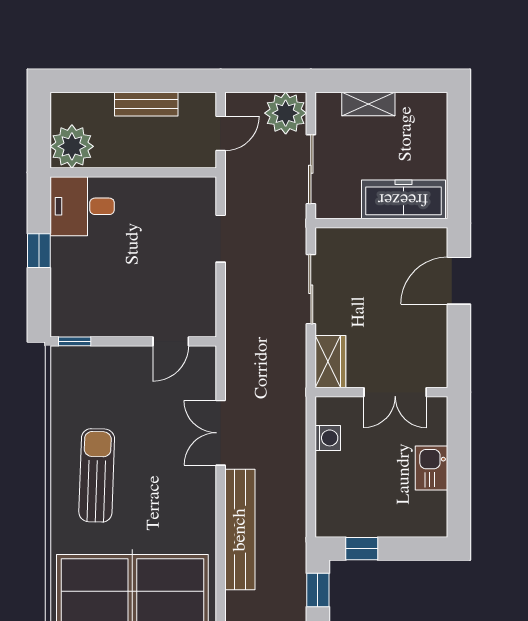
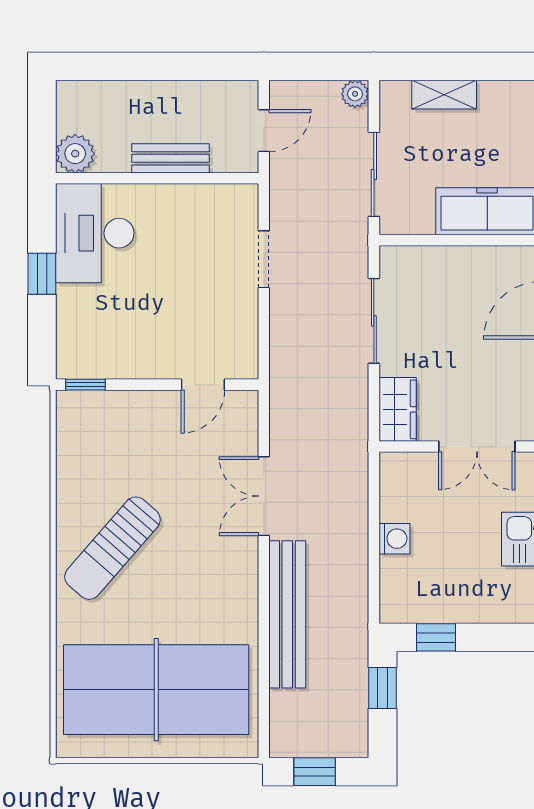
bench: (146, 104) -> (171, 158), moved
plant: (286, 113) -> (355, 94), width x0.53, depth x0.53
plant: (72, 146) -> (75, 154), width x0.73, depth x0.73
desk: (82, 206) -> (95, 233), width x1.37
washing machine: (328, 438) -> (394, 539), moved
sun lounger: (97, 475) -> (112, 548), turned -141

